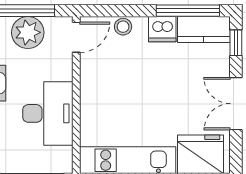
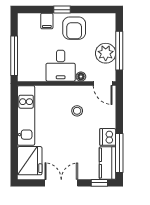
stool: (123, 27) -> (77, 111), moved
floor lamp: (65, 72) -> (81, 77), added
desk: (48, 113) -> (61, 66), width x0.73

